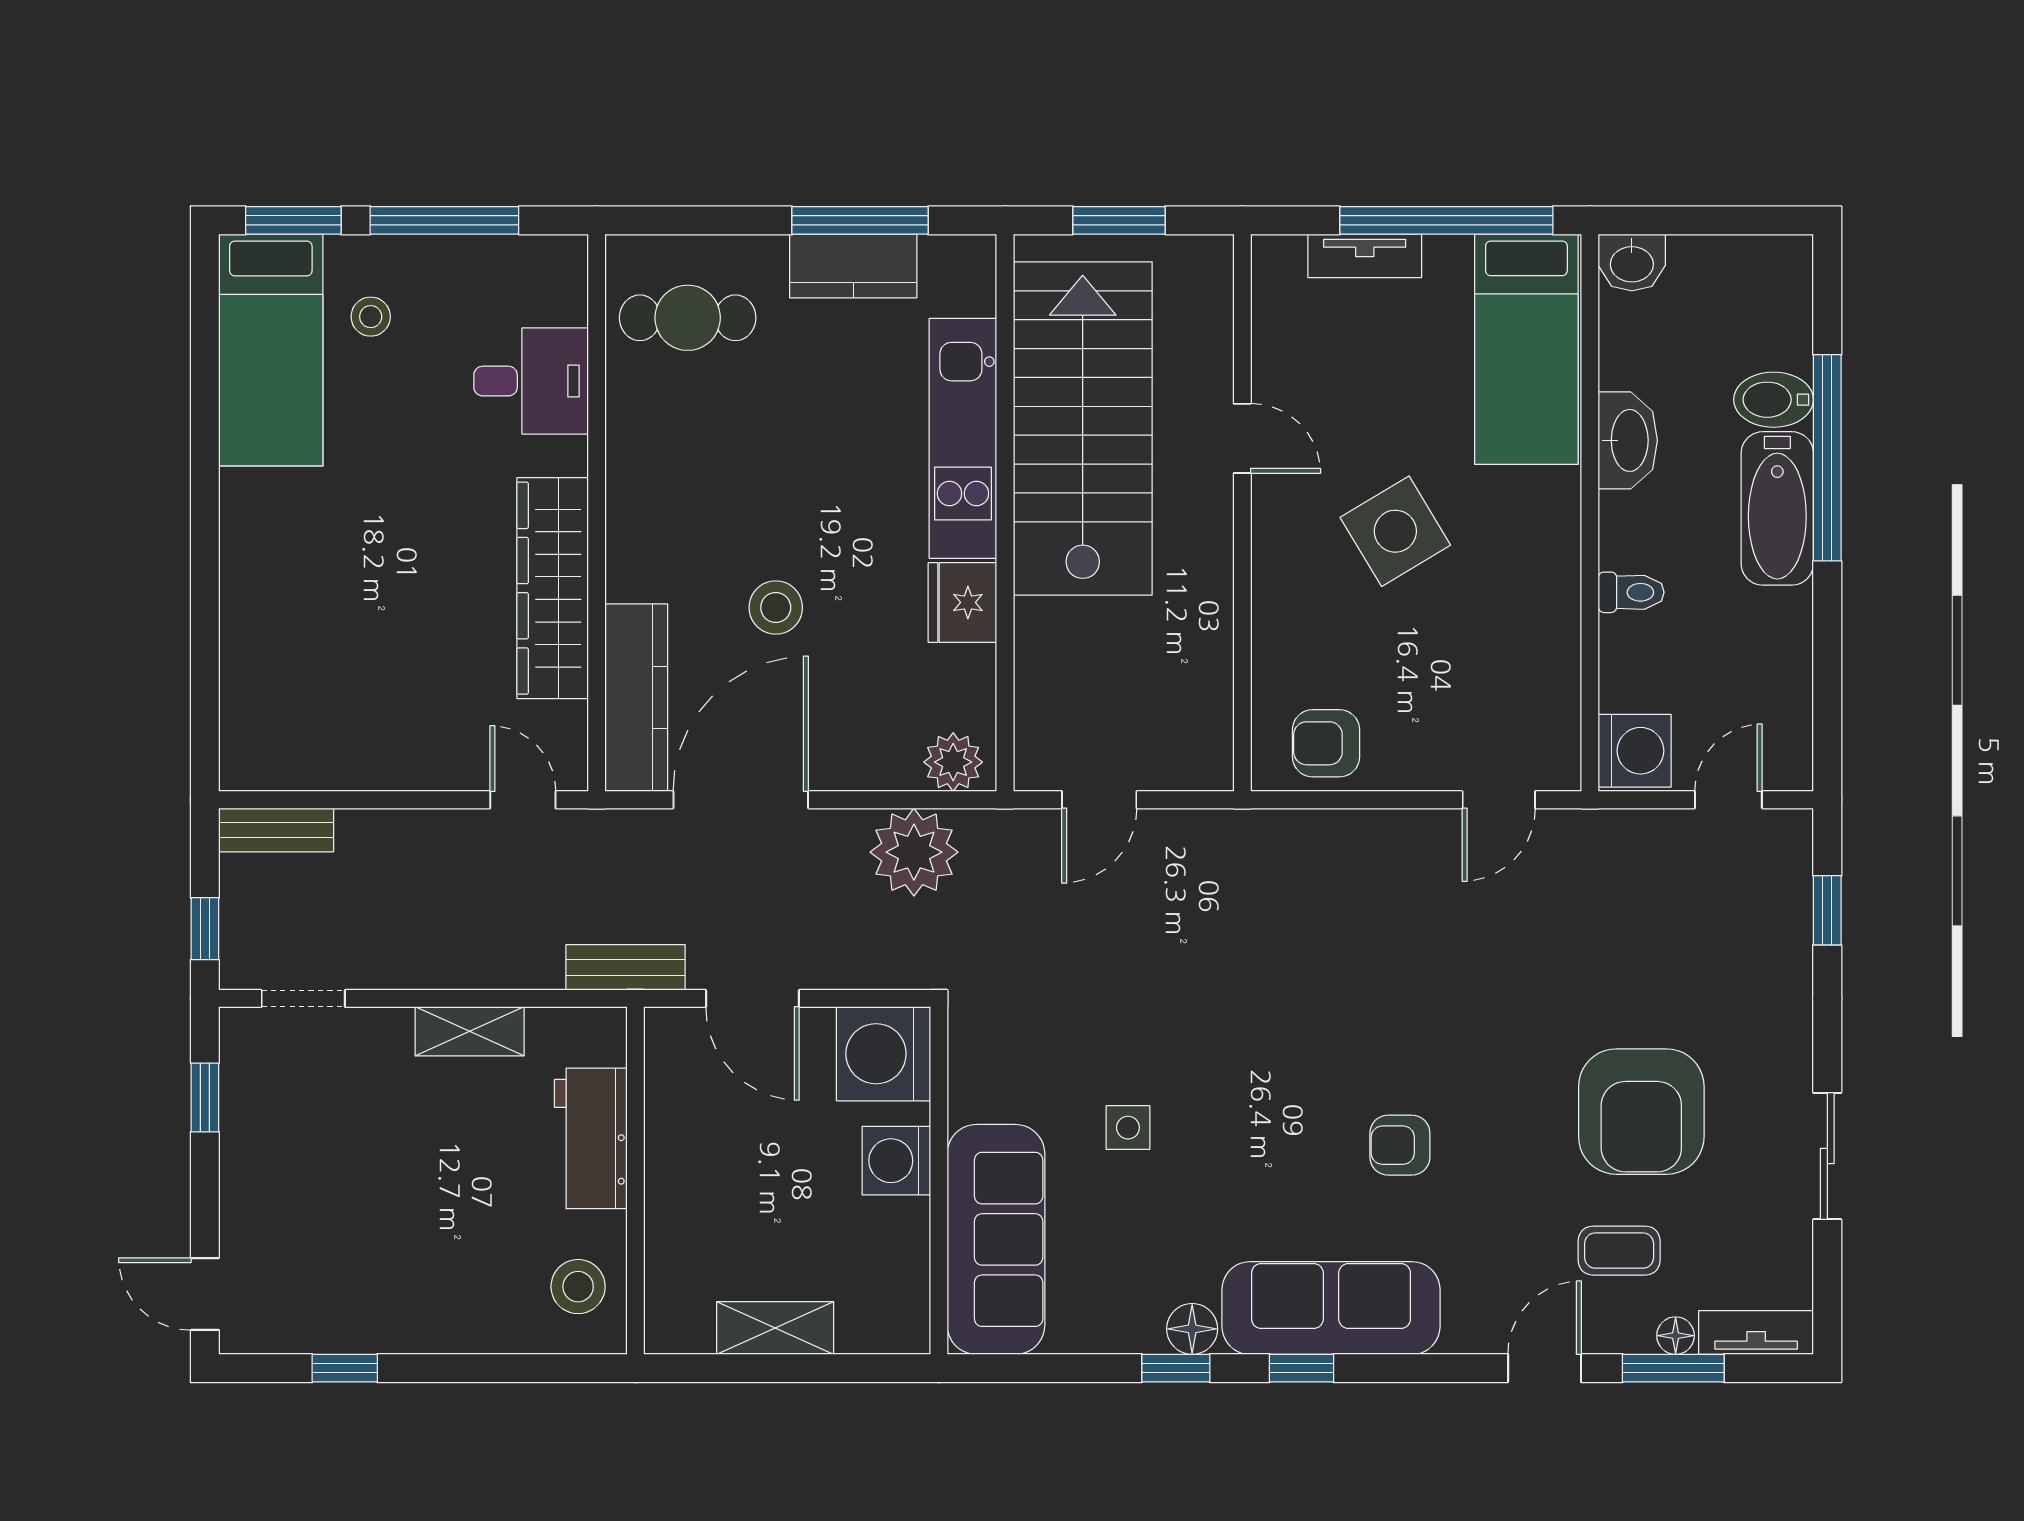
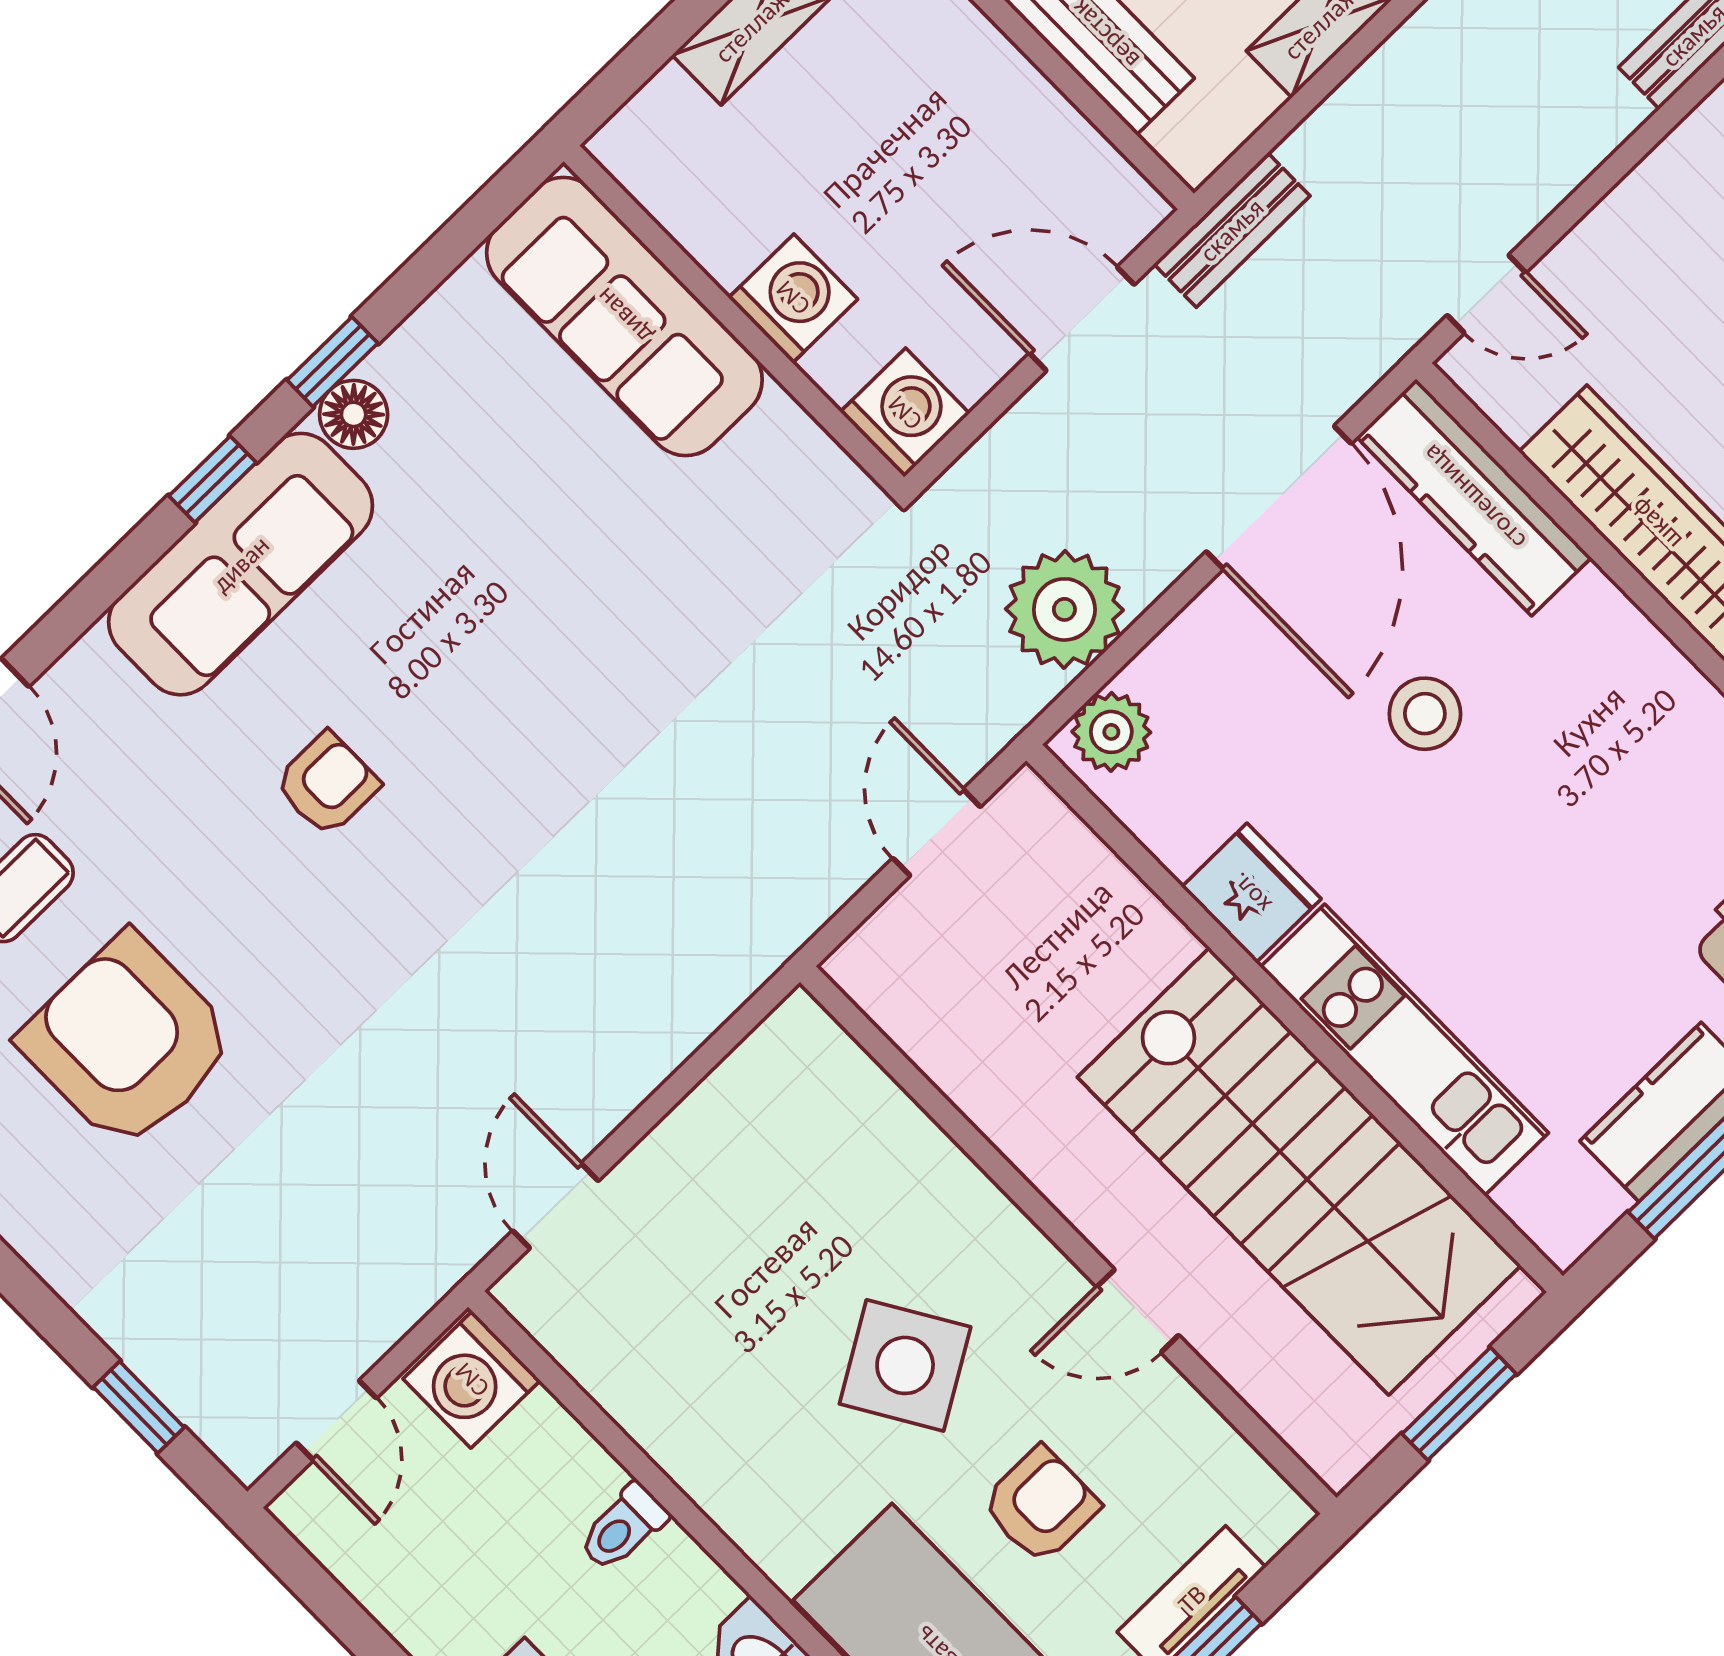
armchair: (1326, 743) -> (1040, 1505), moved
washing machine: (883, 1054) -> (905, 413), width x0.73, depth x0.73
side table: (1128, 1128) -> (603, 547), removed

